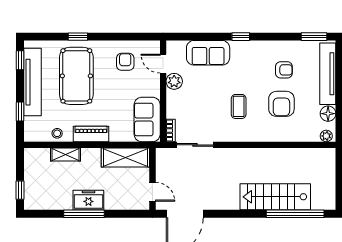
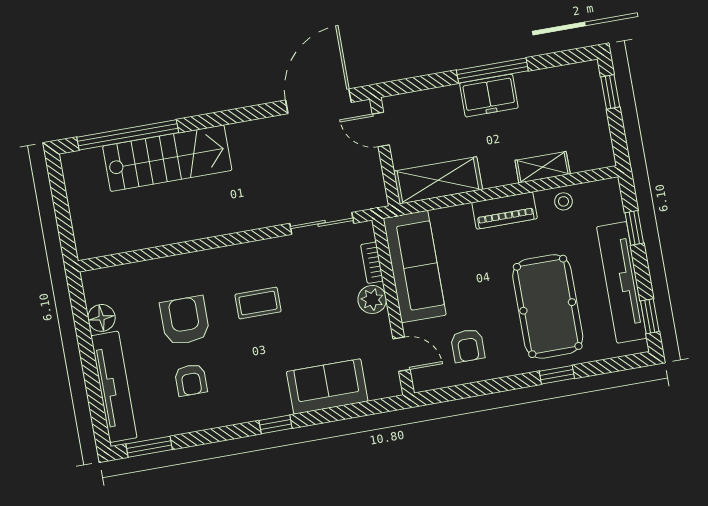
armchair: (284, 70) -> (191, 380), turned -90
plant: (174, 81) -> (372, 299), moved
coffee table: (239, 106) -> (258, 303), turned 90
sofa: (147, 119) -> (415, 267), width x1.36
bookcase: (171, 130) -> (372, 263), moved
plant: (326, 136) -> (98, 279), removed

